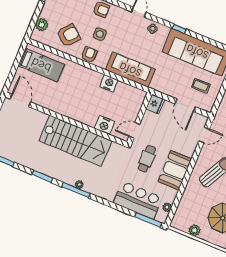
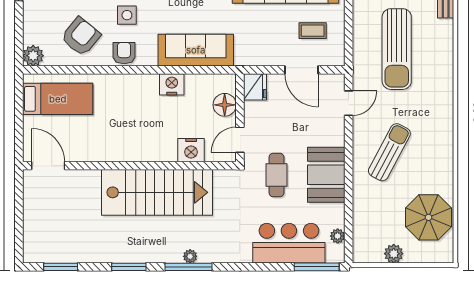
plant: (42, 25) -> (33, 56), moved
floor lamp: (134, 107) -> (225, 105), added

